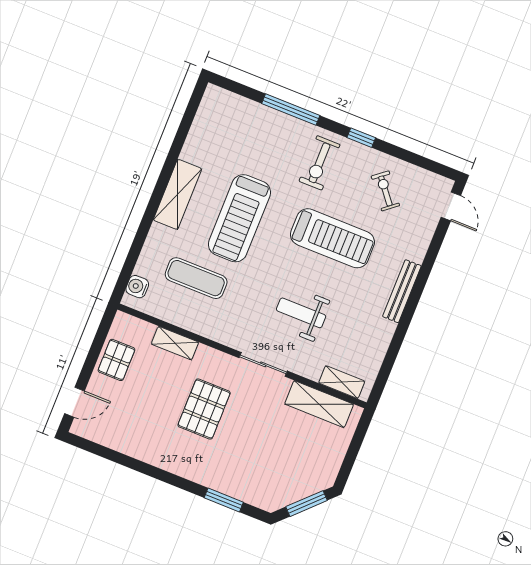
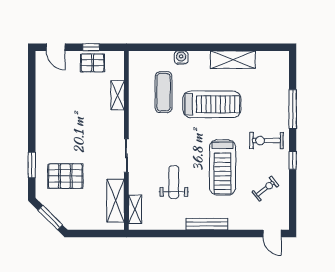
shelving: (178, 194) -> (233, 60), moved
door: (451, 206) -> (272, 234), hinge flipped
treadmill: (239, 218) -> (212, 104), turned 180
water cooler: (137, 287) -> (181, 58), moved
weight bench: (301, 313) -> (174, 182), moved
window: (94, 353) -> (91, 47), added
pallet: (204, 409) -> (65, 176), moved

